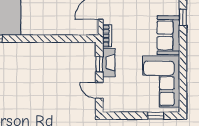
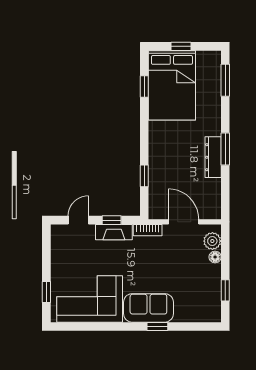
window: (183, 17) -> (157, 326), moved
window: (64, 39) -> (144, 176), added

